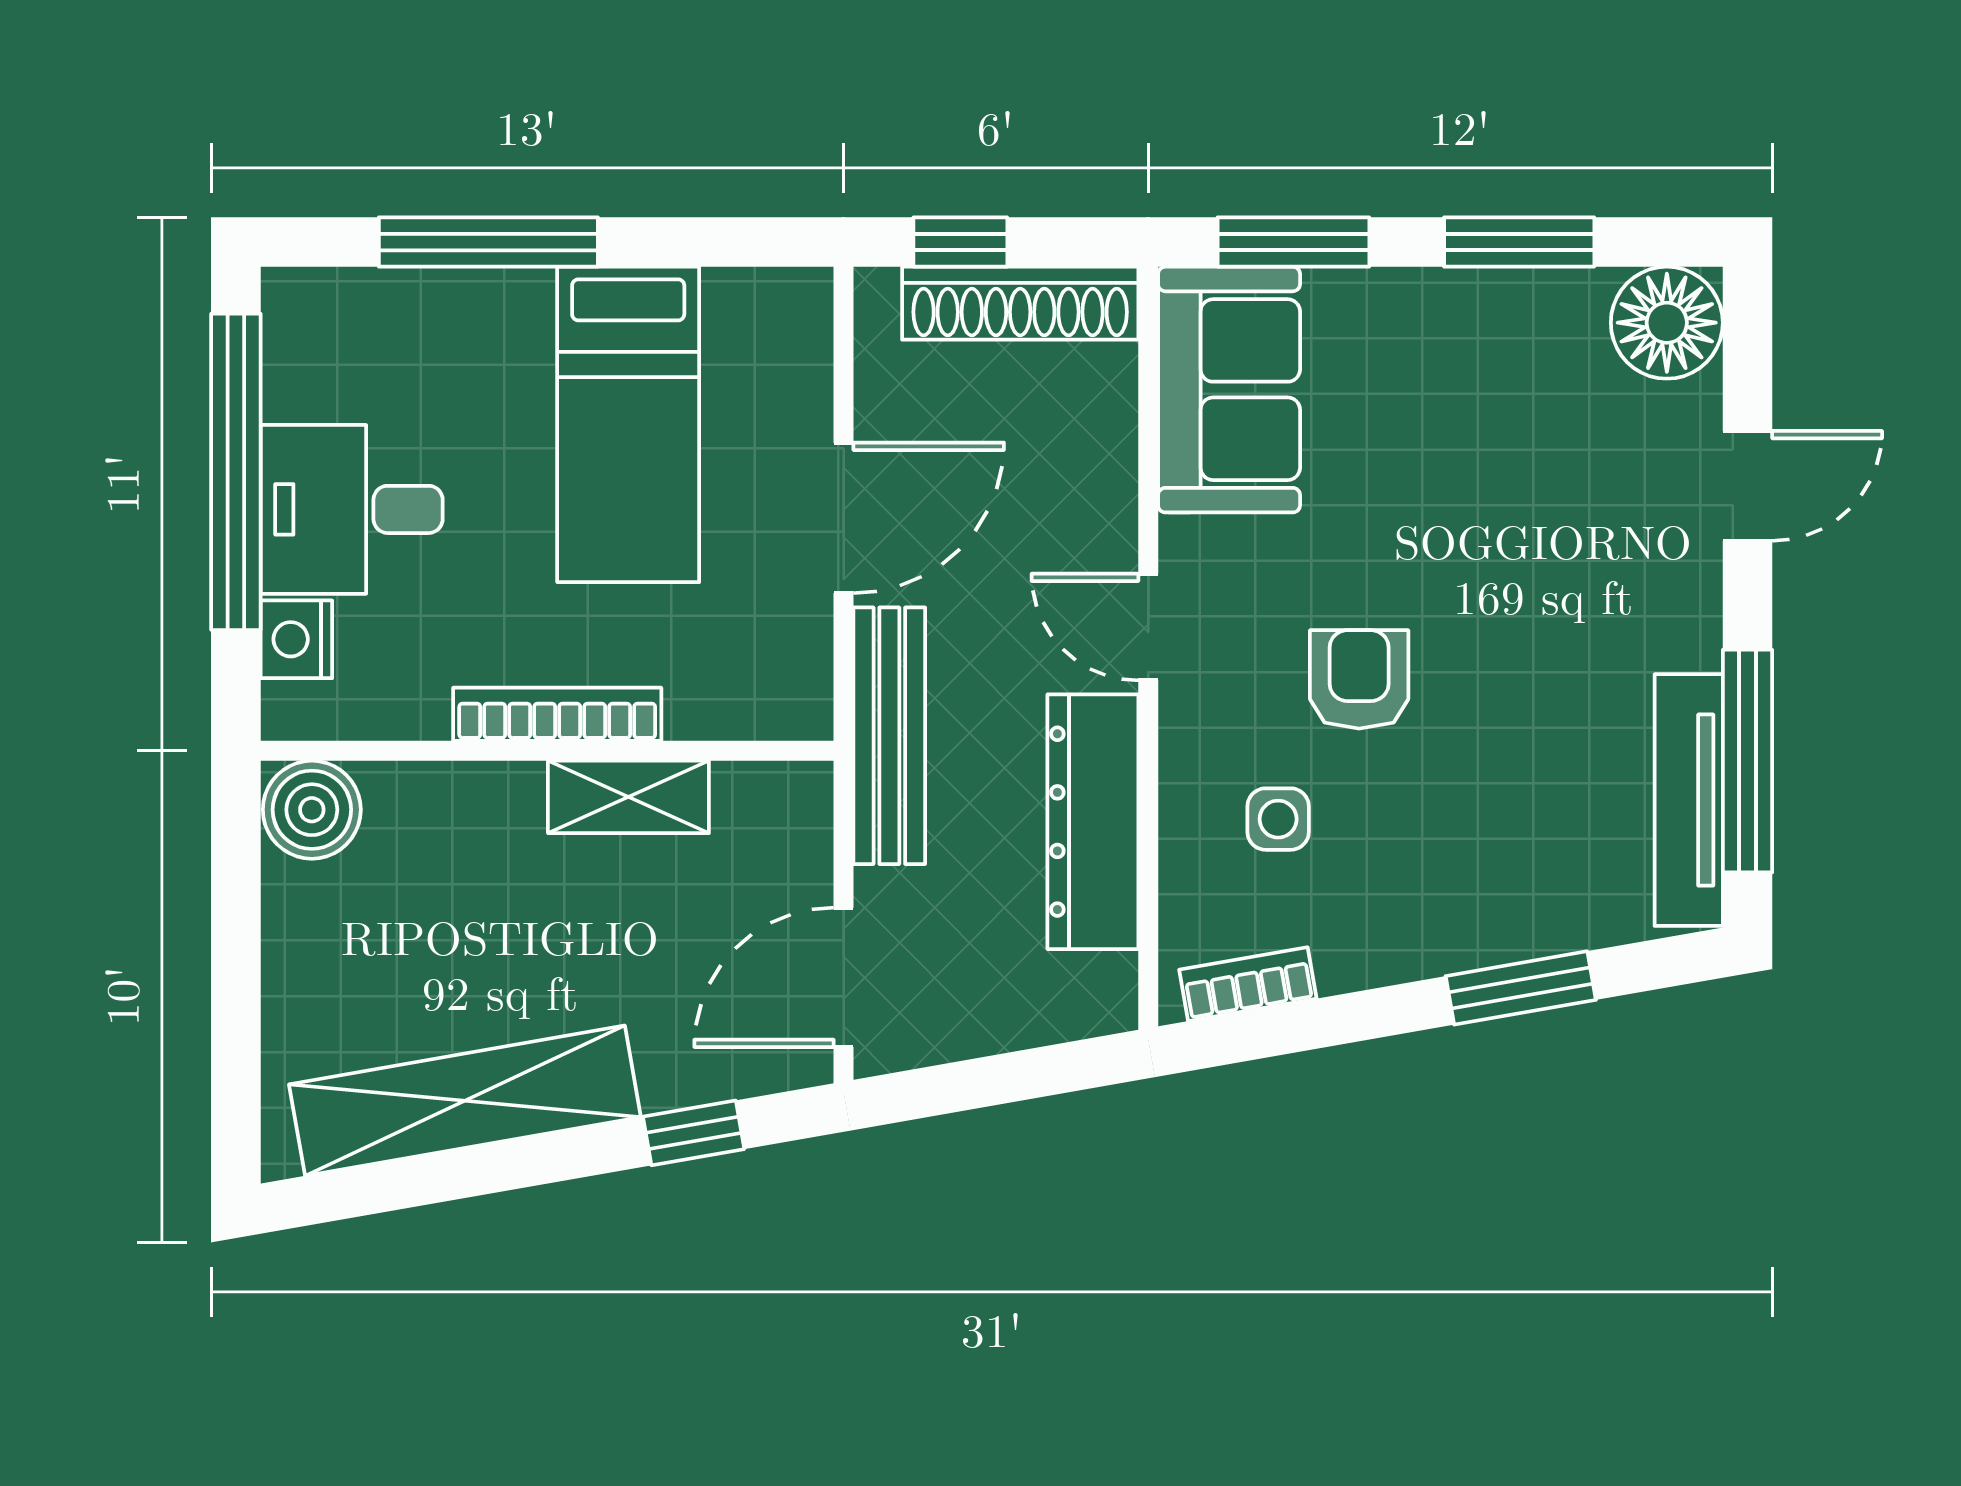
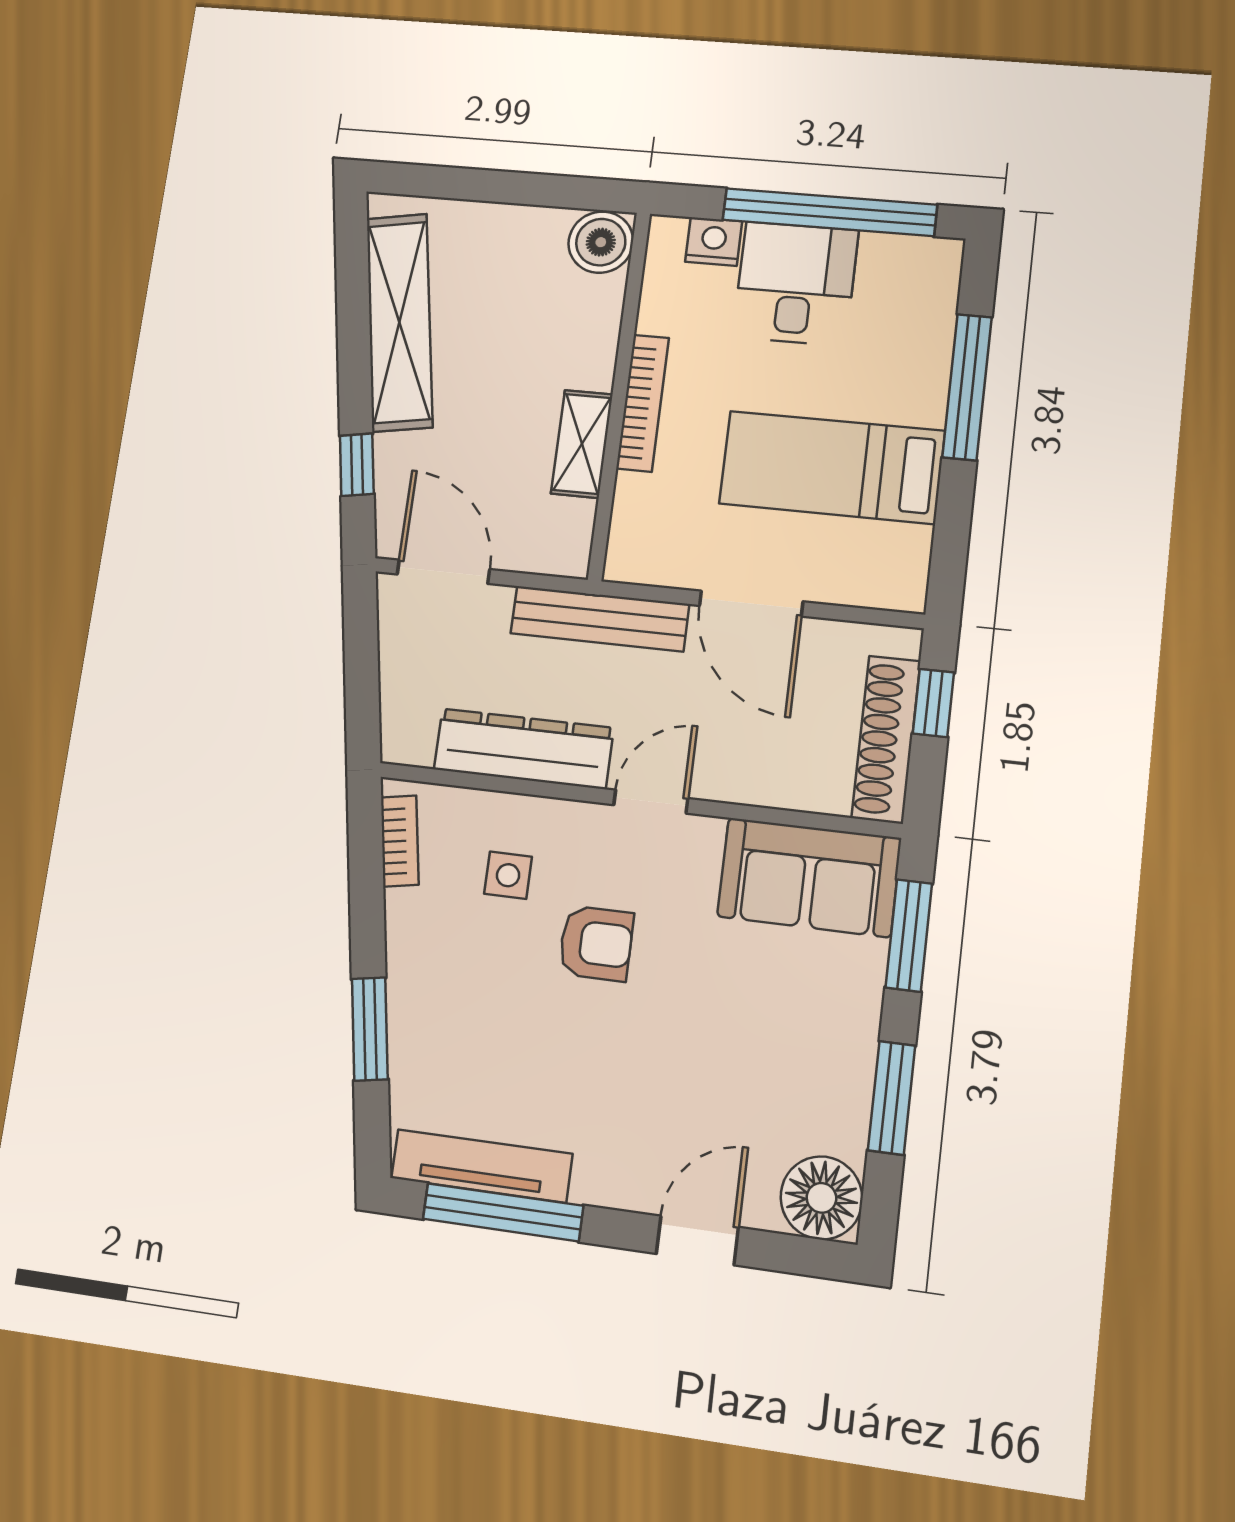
door: (1748, 486) -> (697, 1240), swing flipped

